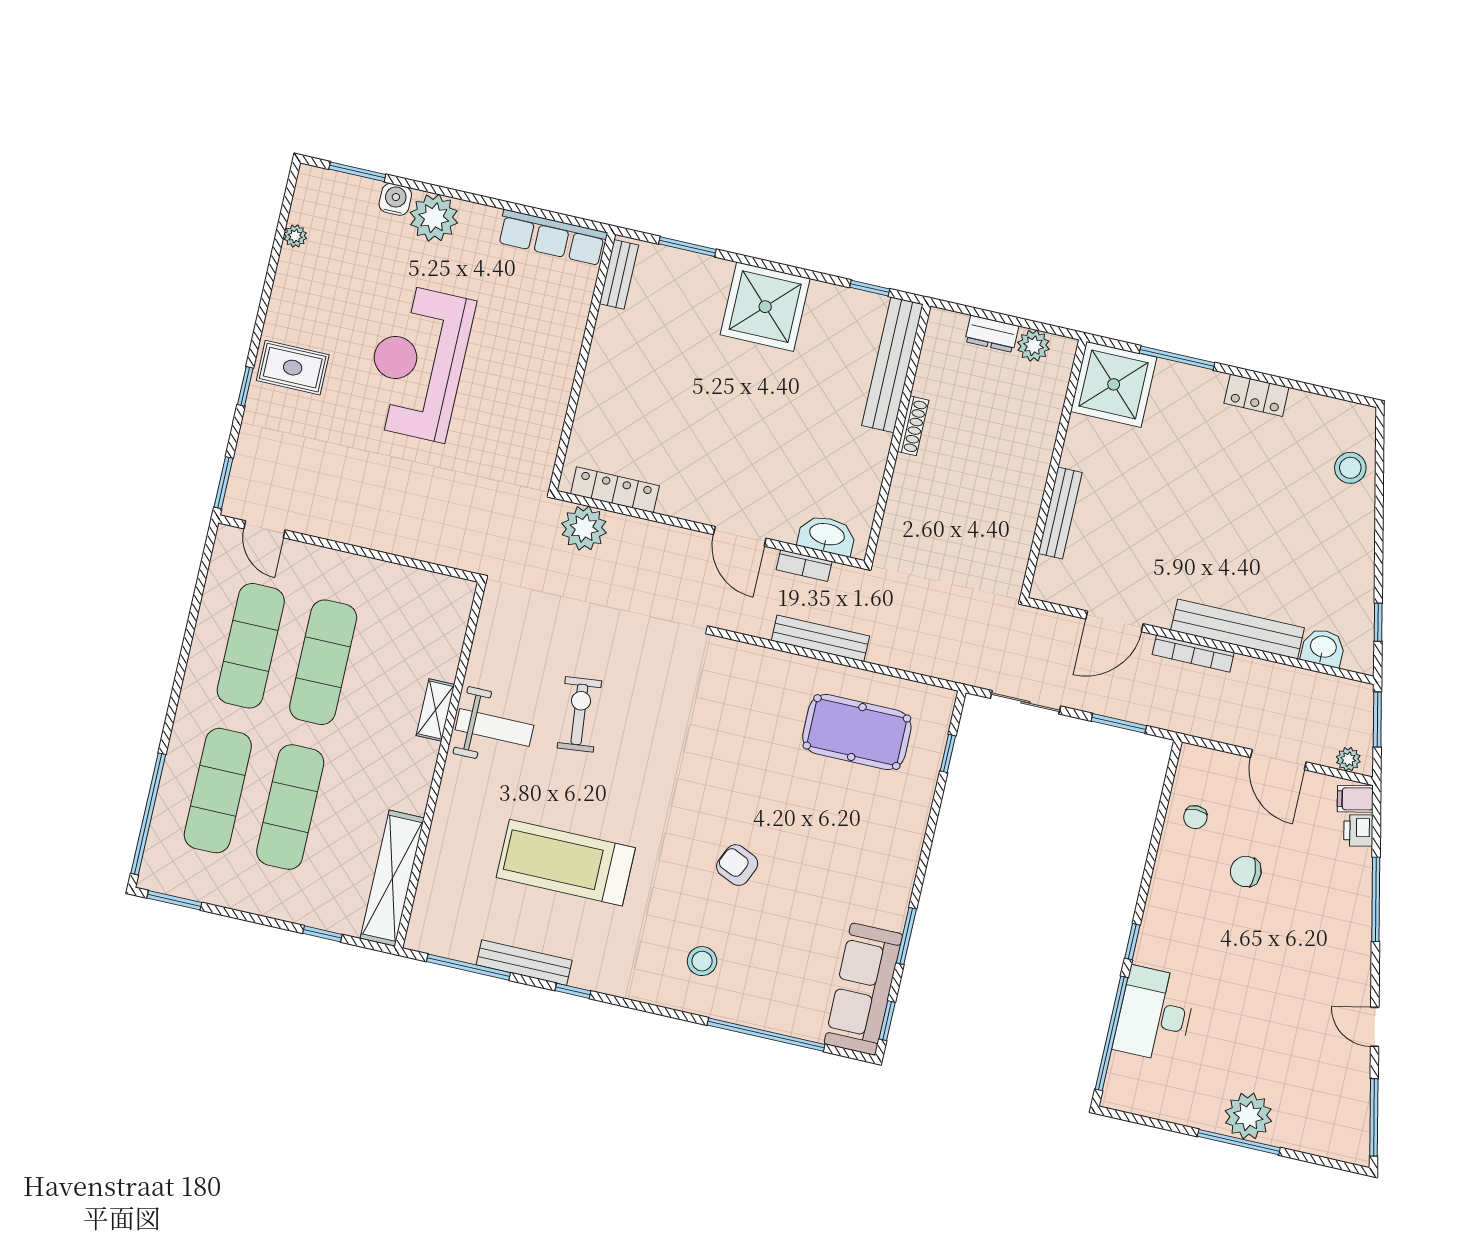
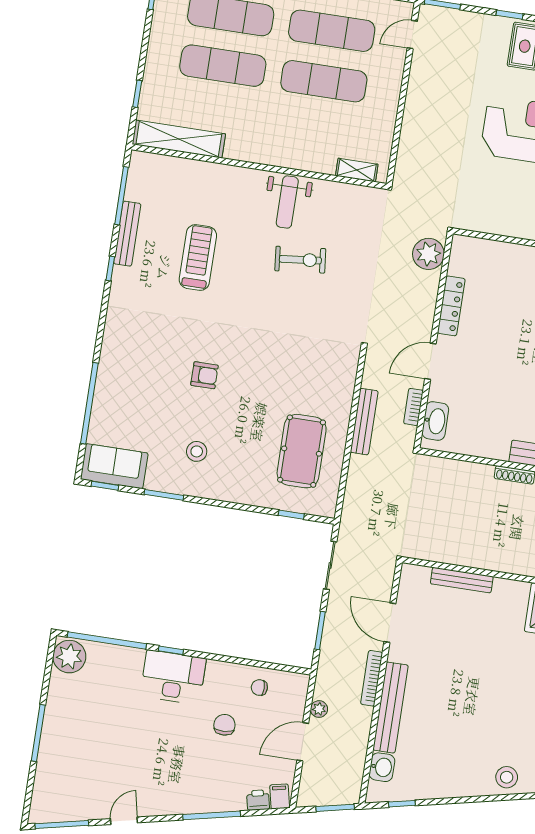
locker: (615, 490) -> (451, 306), moved
shelving: (435, 710) -> (357, 170), moved
plant: (1348, 759) -> (319, 709), moved
treadmill: (566, 863) -> (198, 257), width x0.73, depth x0.73
armchair: (737, 865) -> (204, 375), turned 66
stool: (702, 961) -> (197, 451), moved
sofa: (863, 989) -> (114, 466), width x0.73
desk: (1155, 1014) -> (173, 677), moved
plant: (1248, 1116) -> (69, 657), moved

